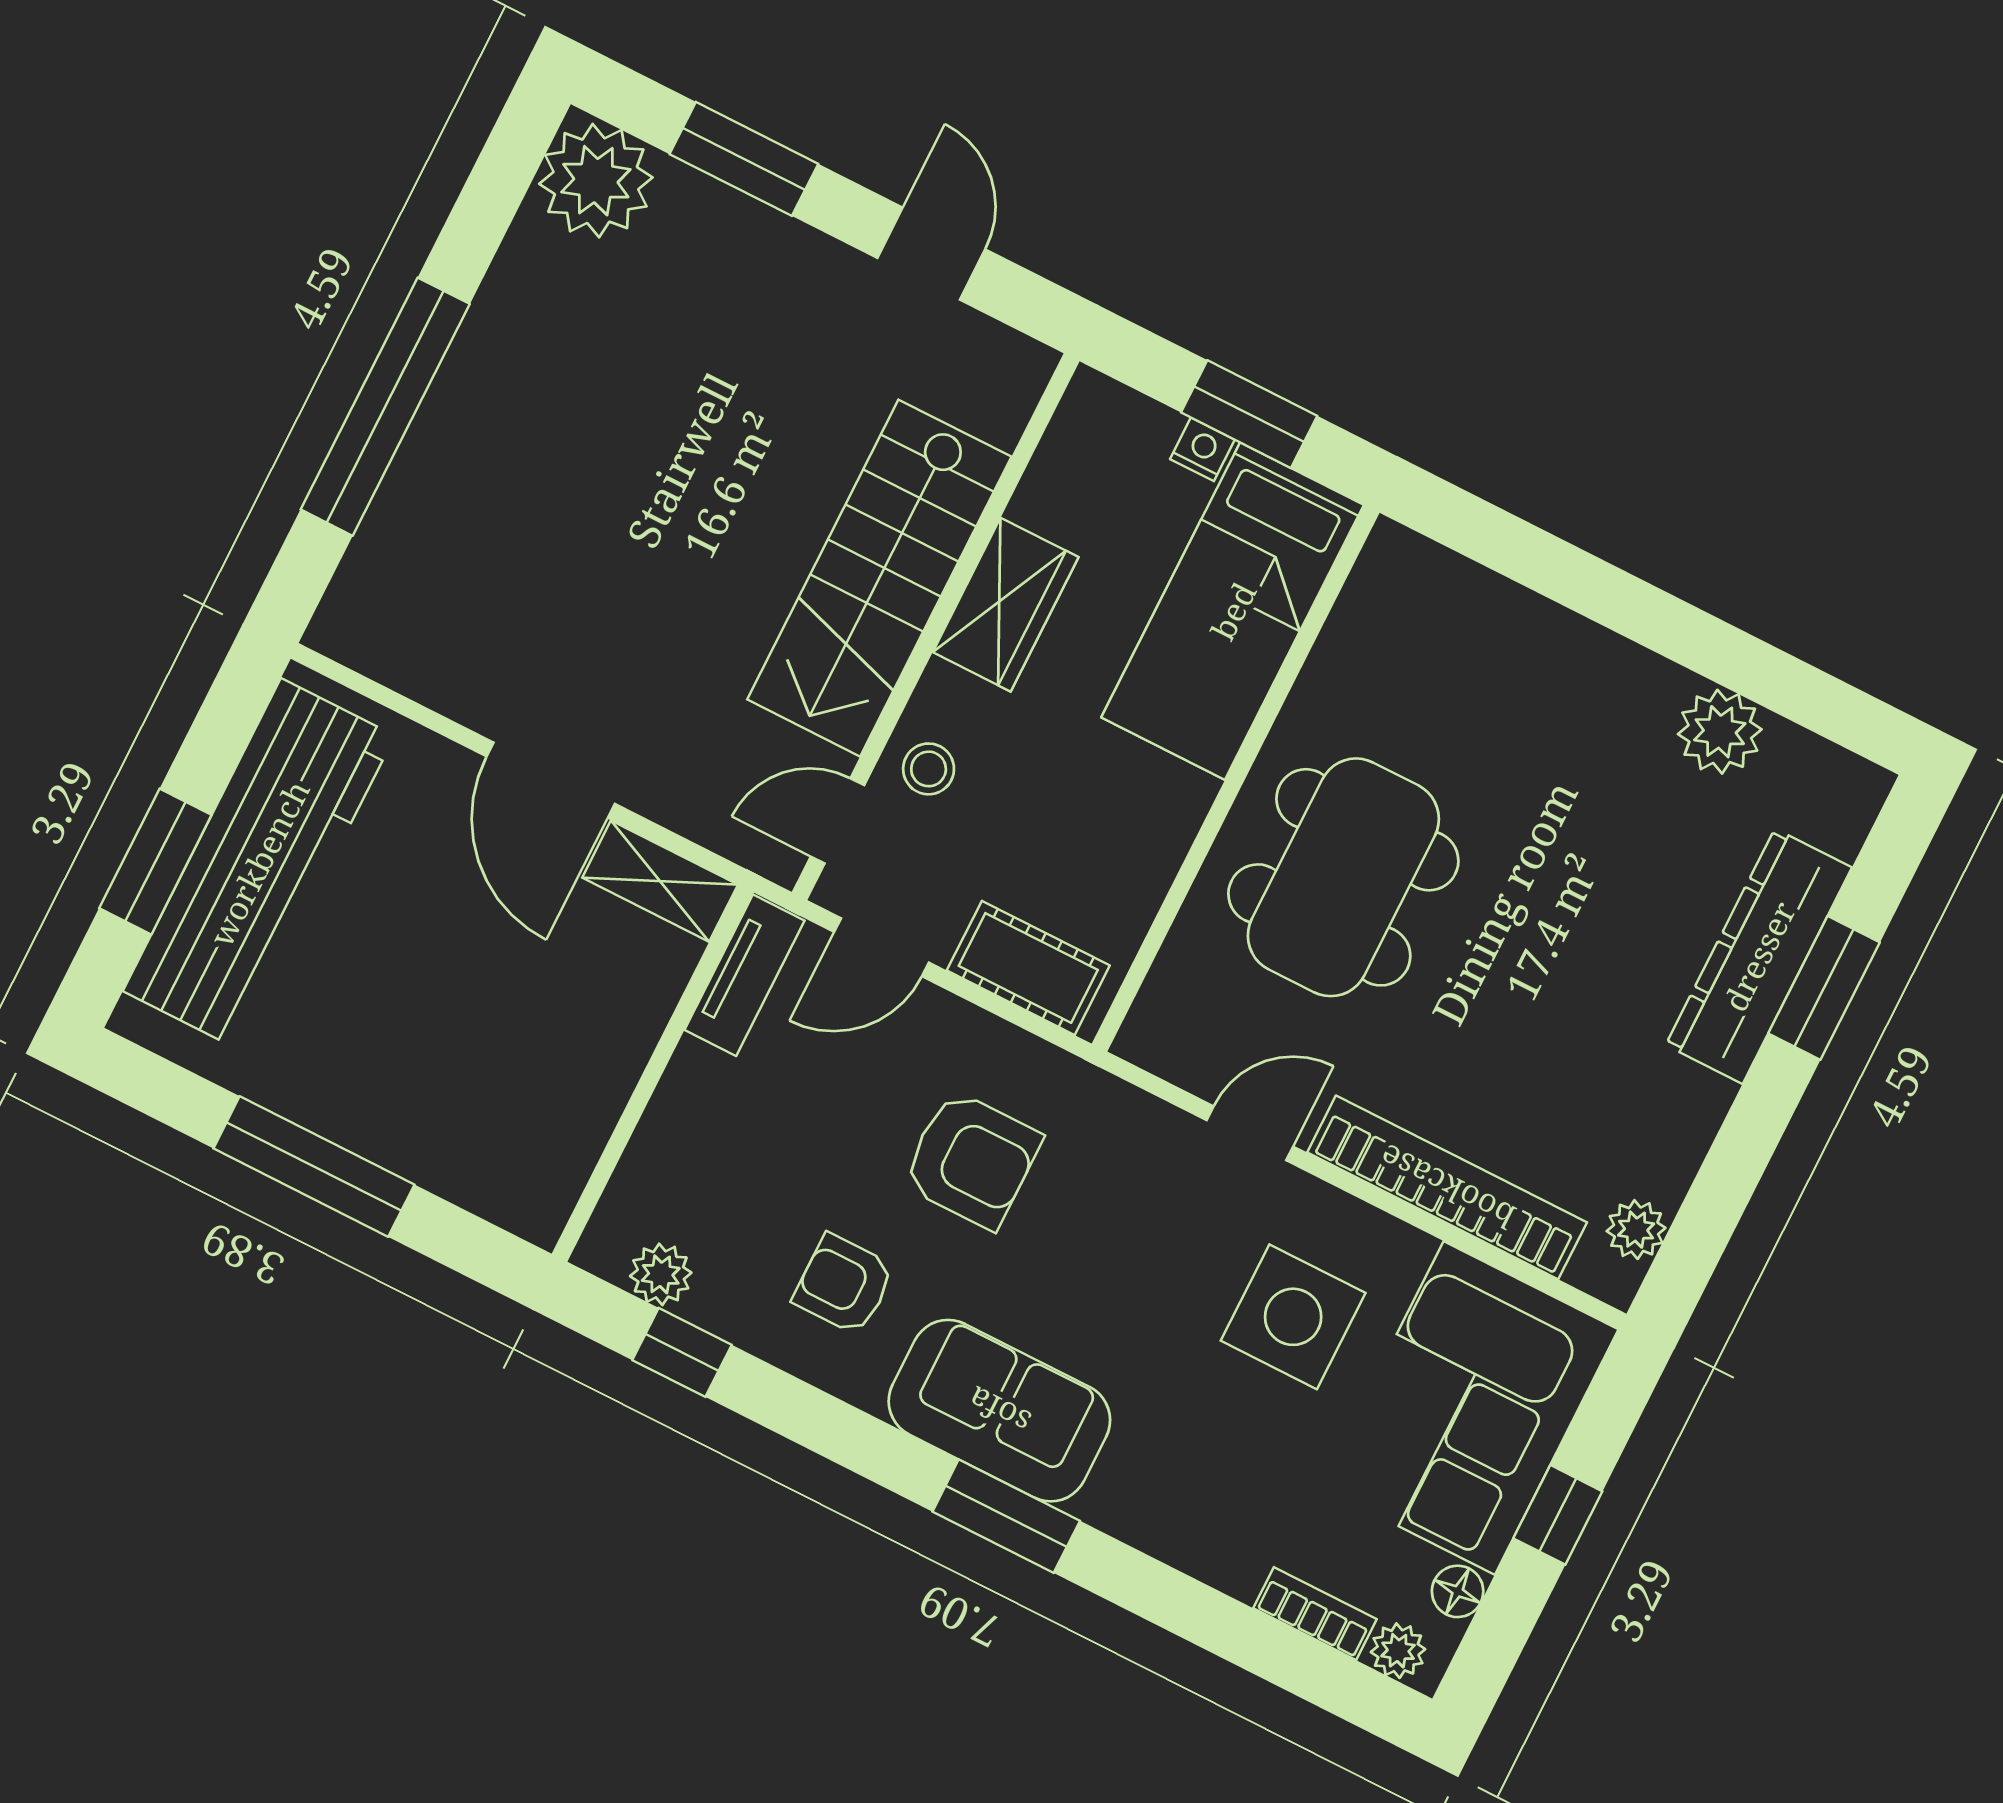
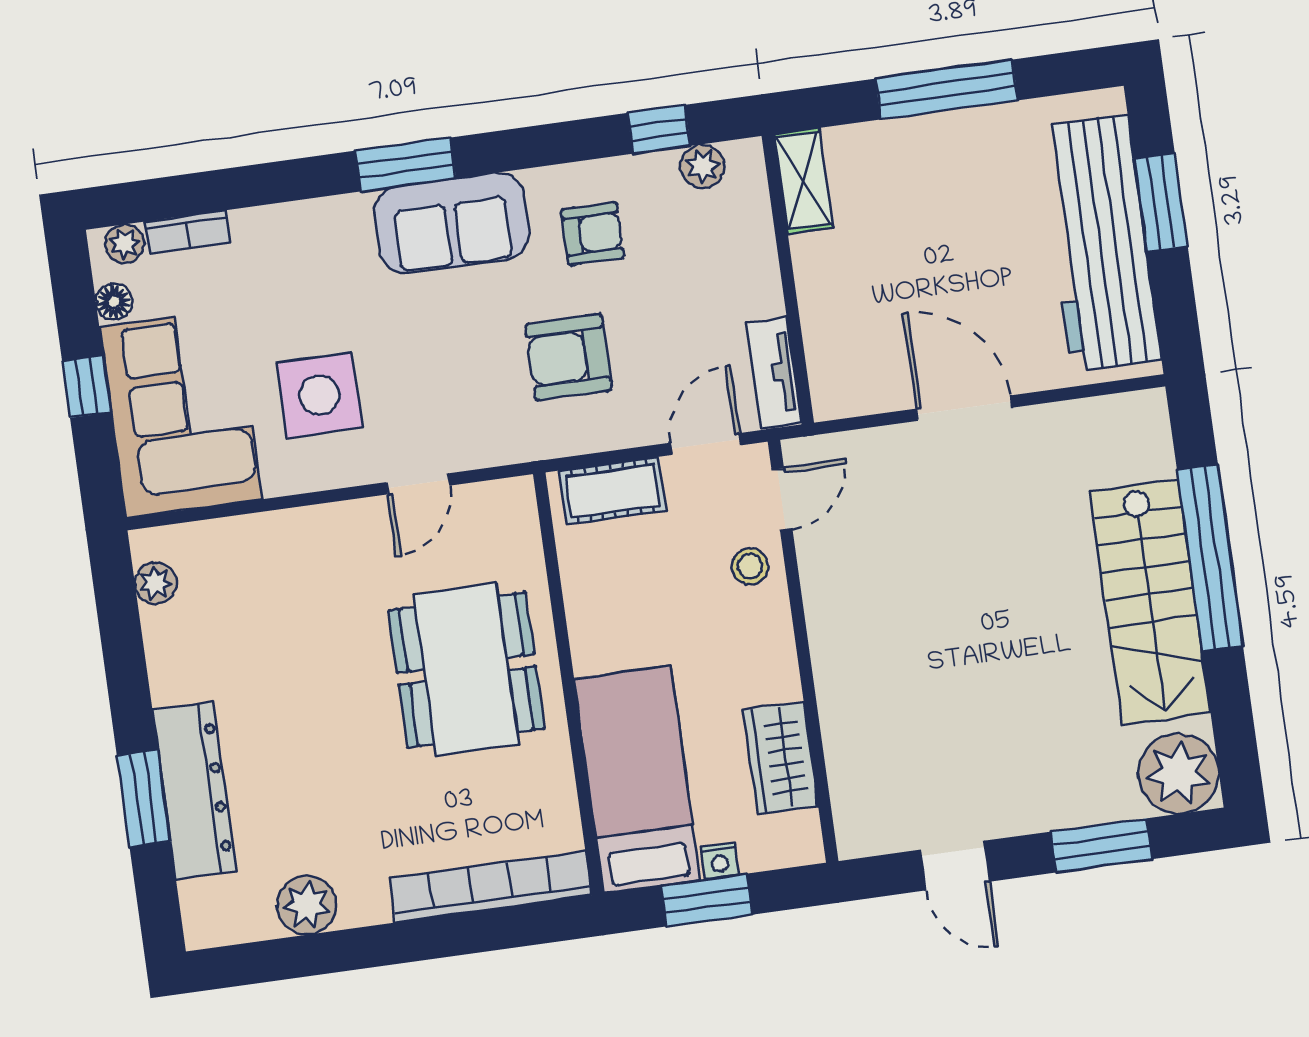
stairs: (879, 578) -> (1150, 602), moved, turned 180
wardrobe: (1006, 605) -> (781, 758), moved
shelving: (660, 881) -> (803, 181), moved, turned 90
bookcase: (1447, 1187) -> (490, 887), moved, turned 180

